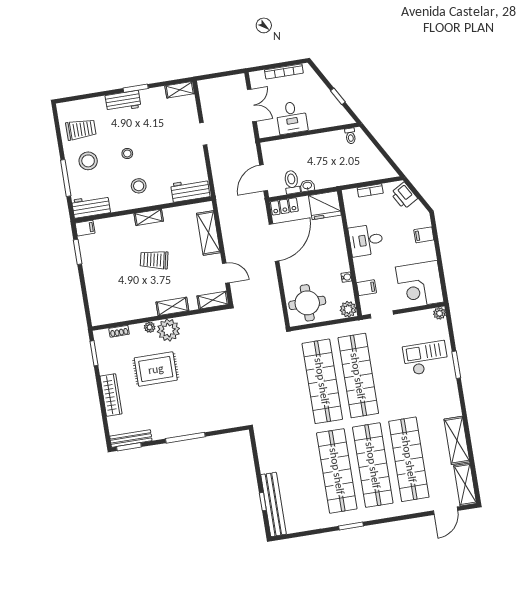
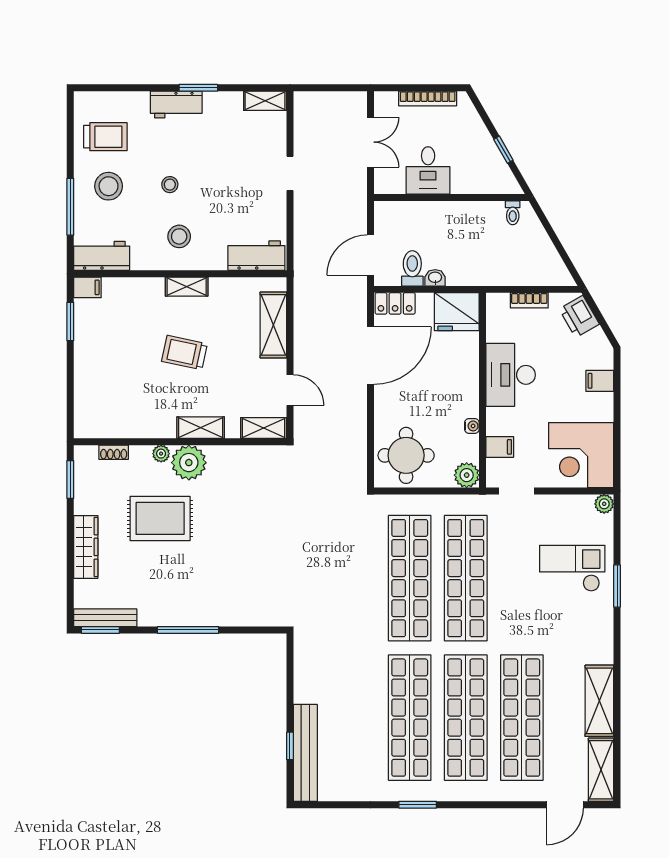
desk: (366, 240) -> (511, 375), width x1.37

